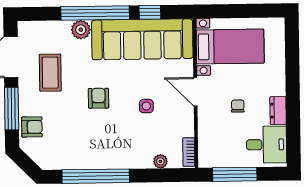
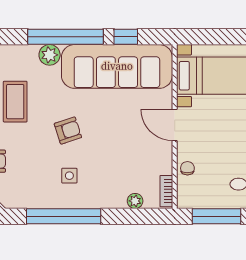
armchair: (98, 98) -> (68, 131), turned 72
side table: (146, 106) -> (69, 176), moved
chair: (238, 106) -> (187, 168), moved

